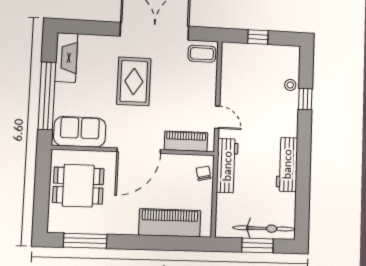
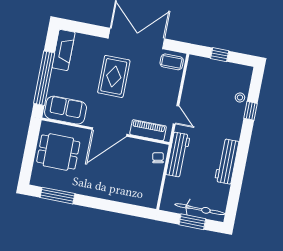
piano: (170, 223) -> (125, 192), removed

